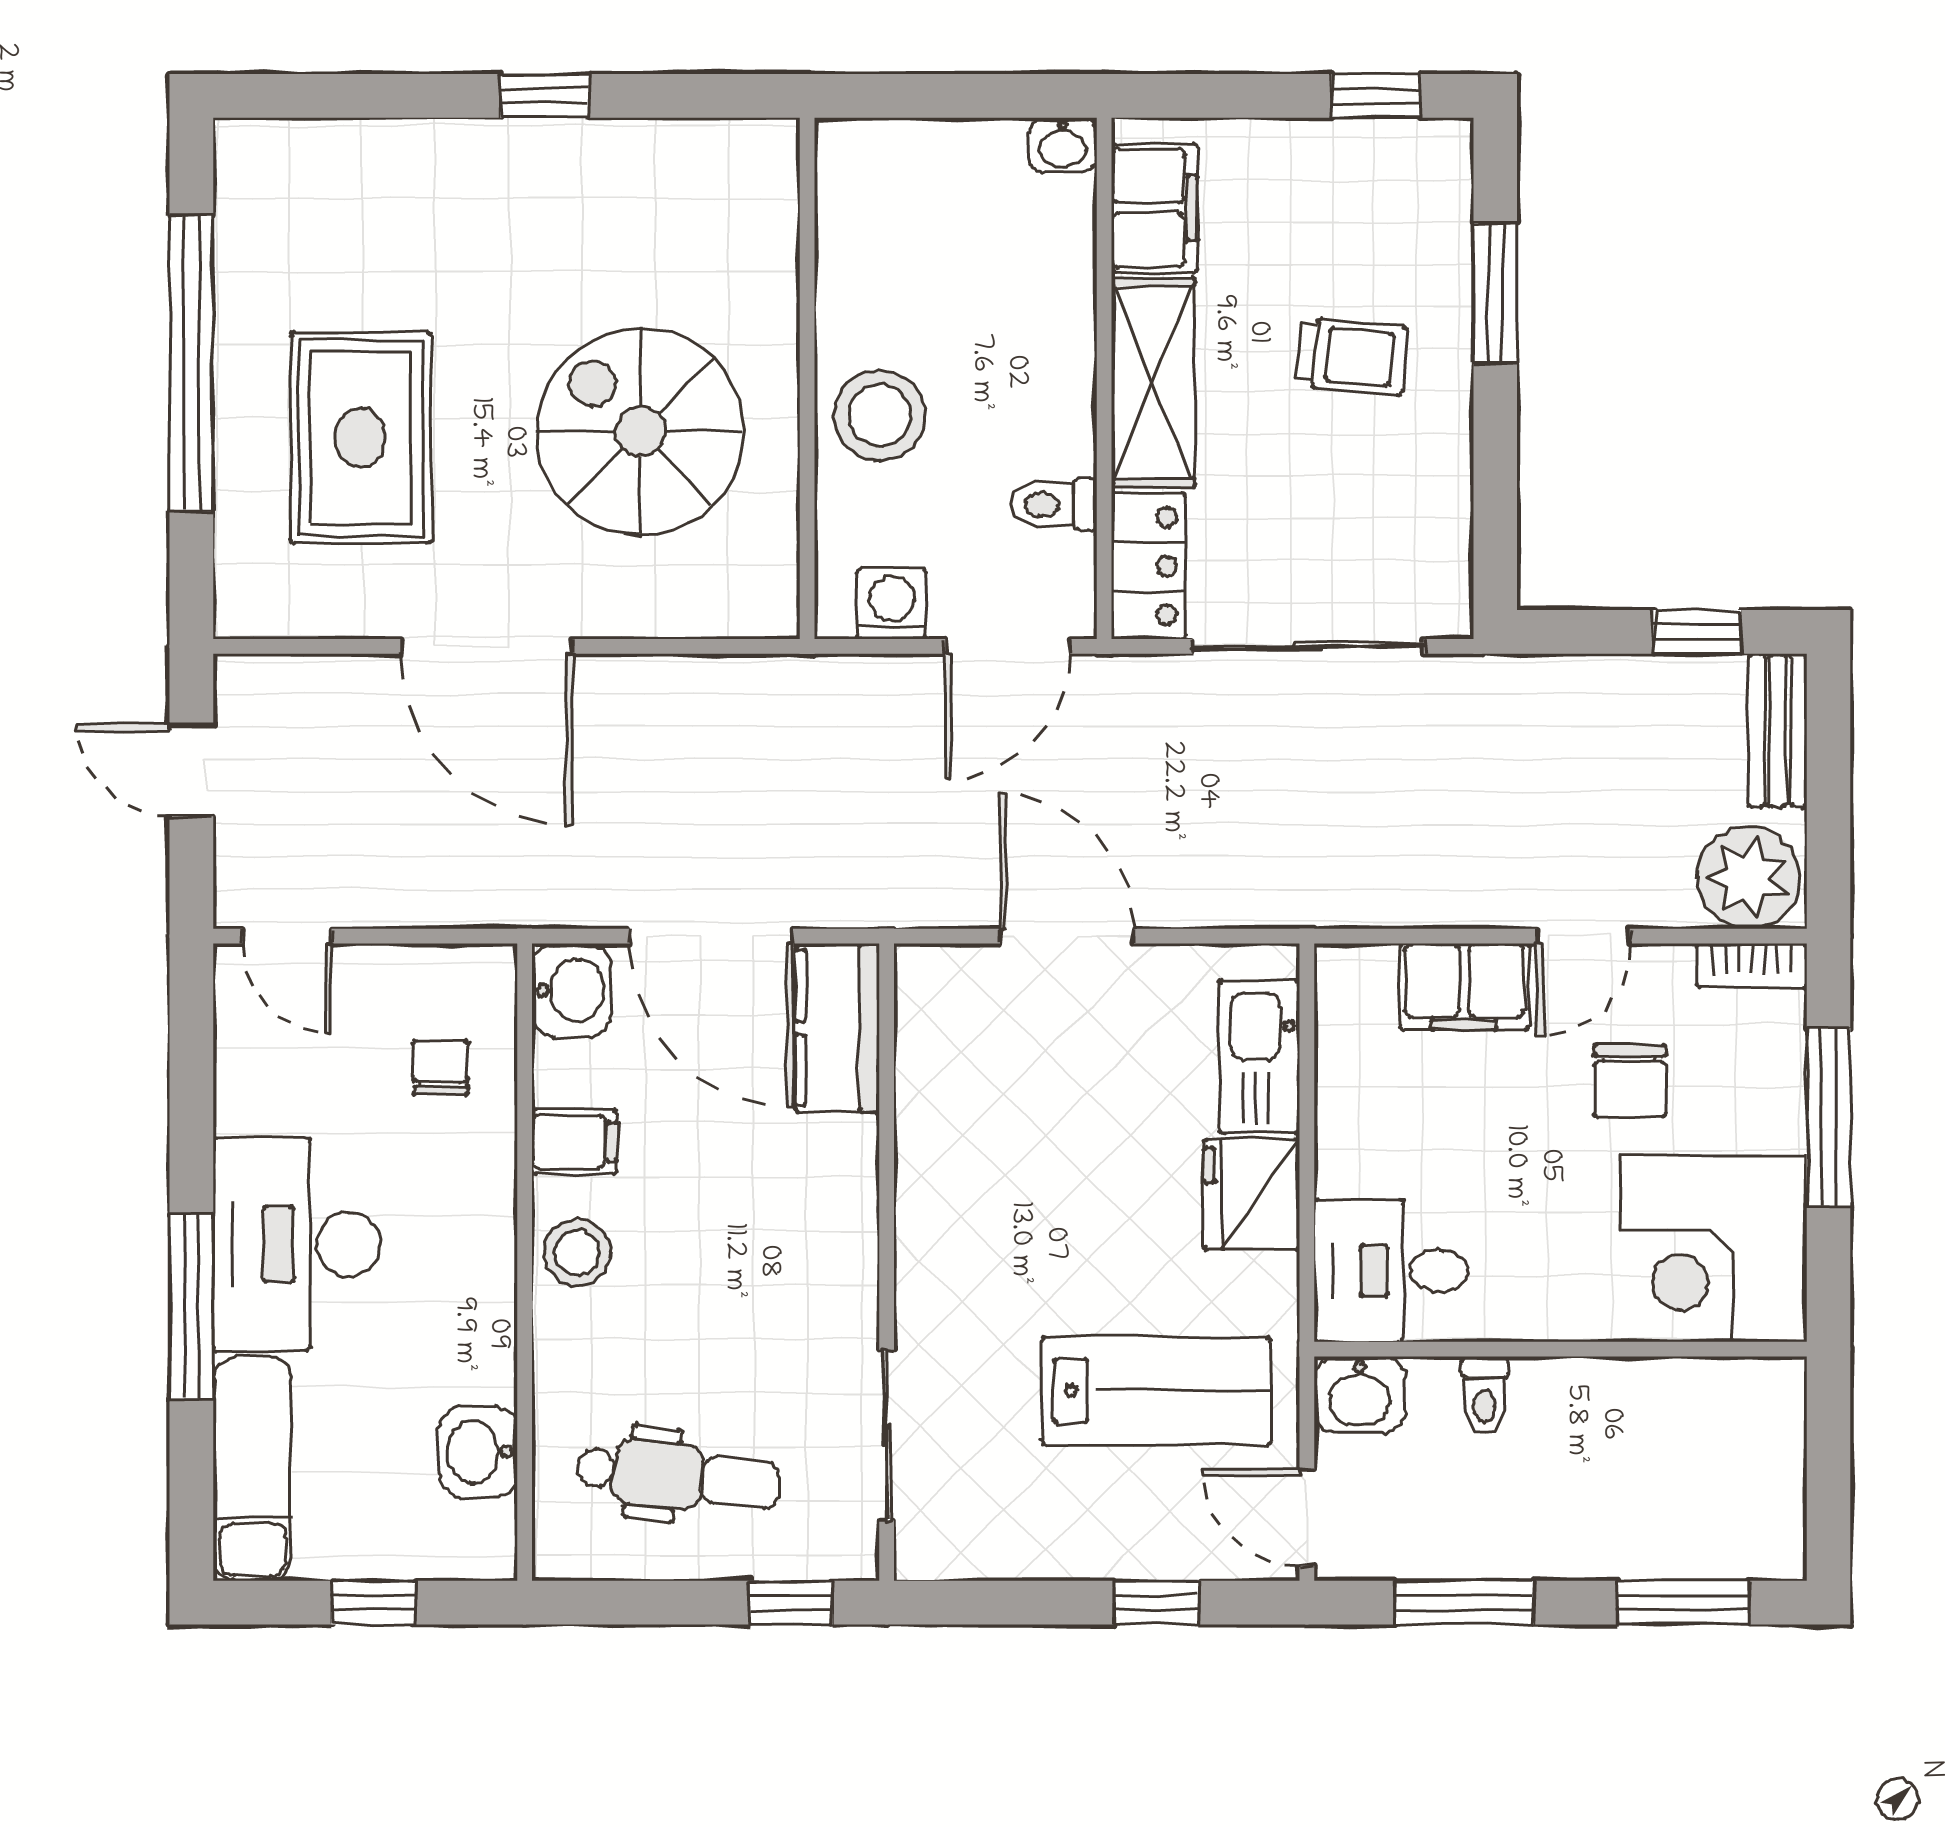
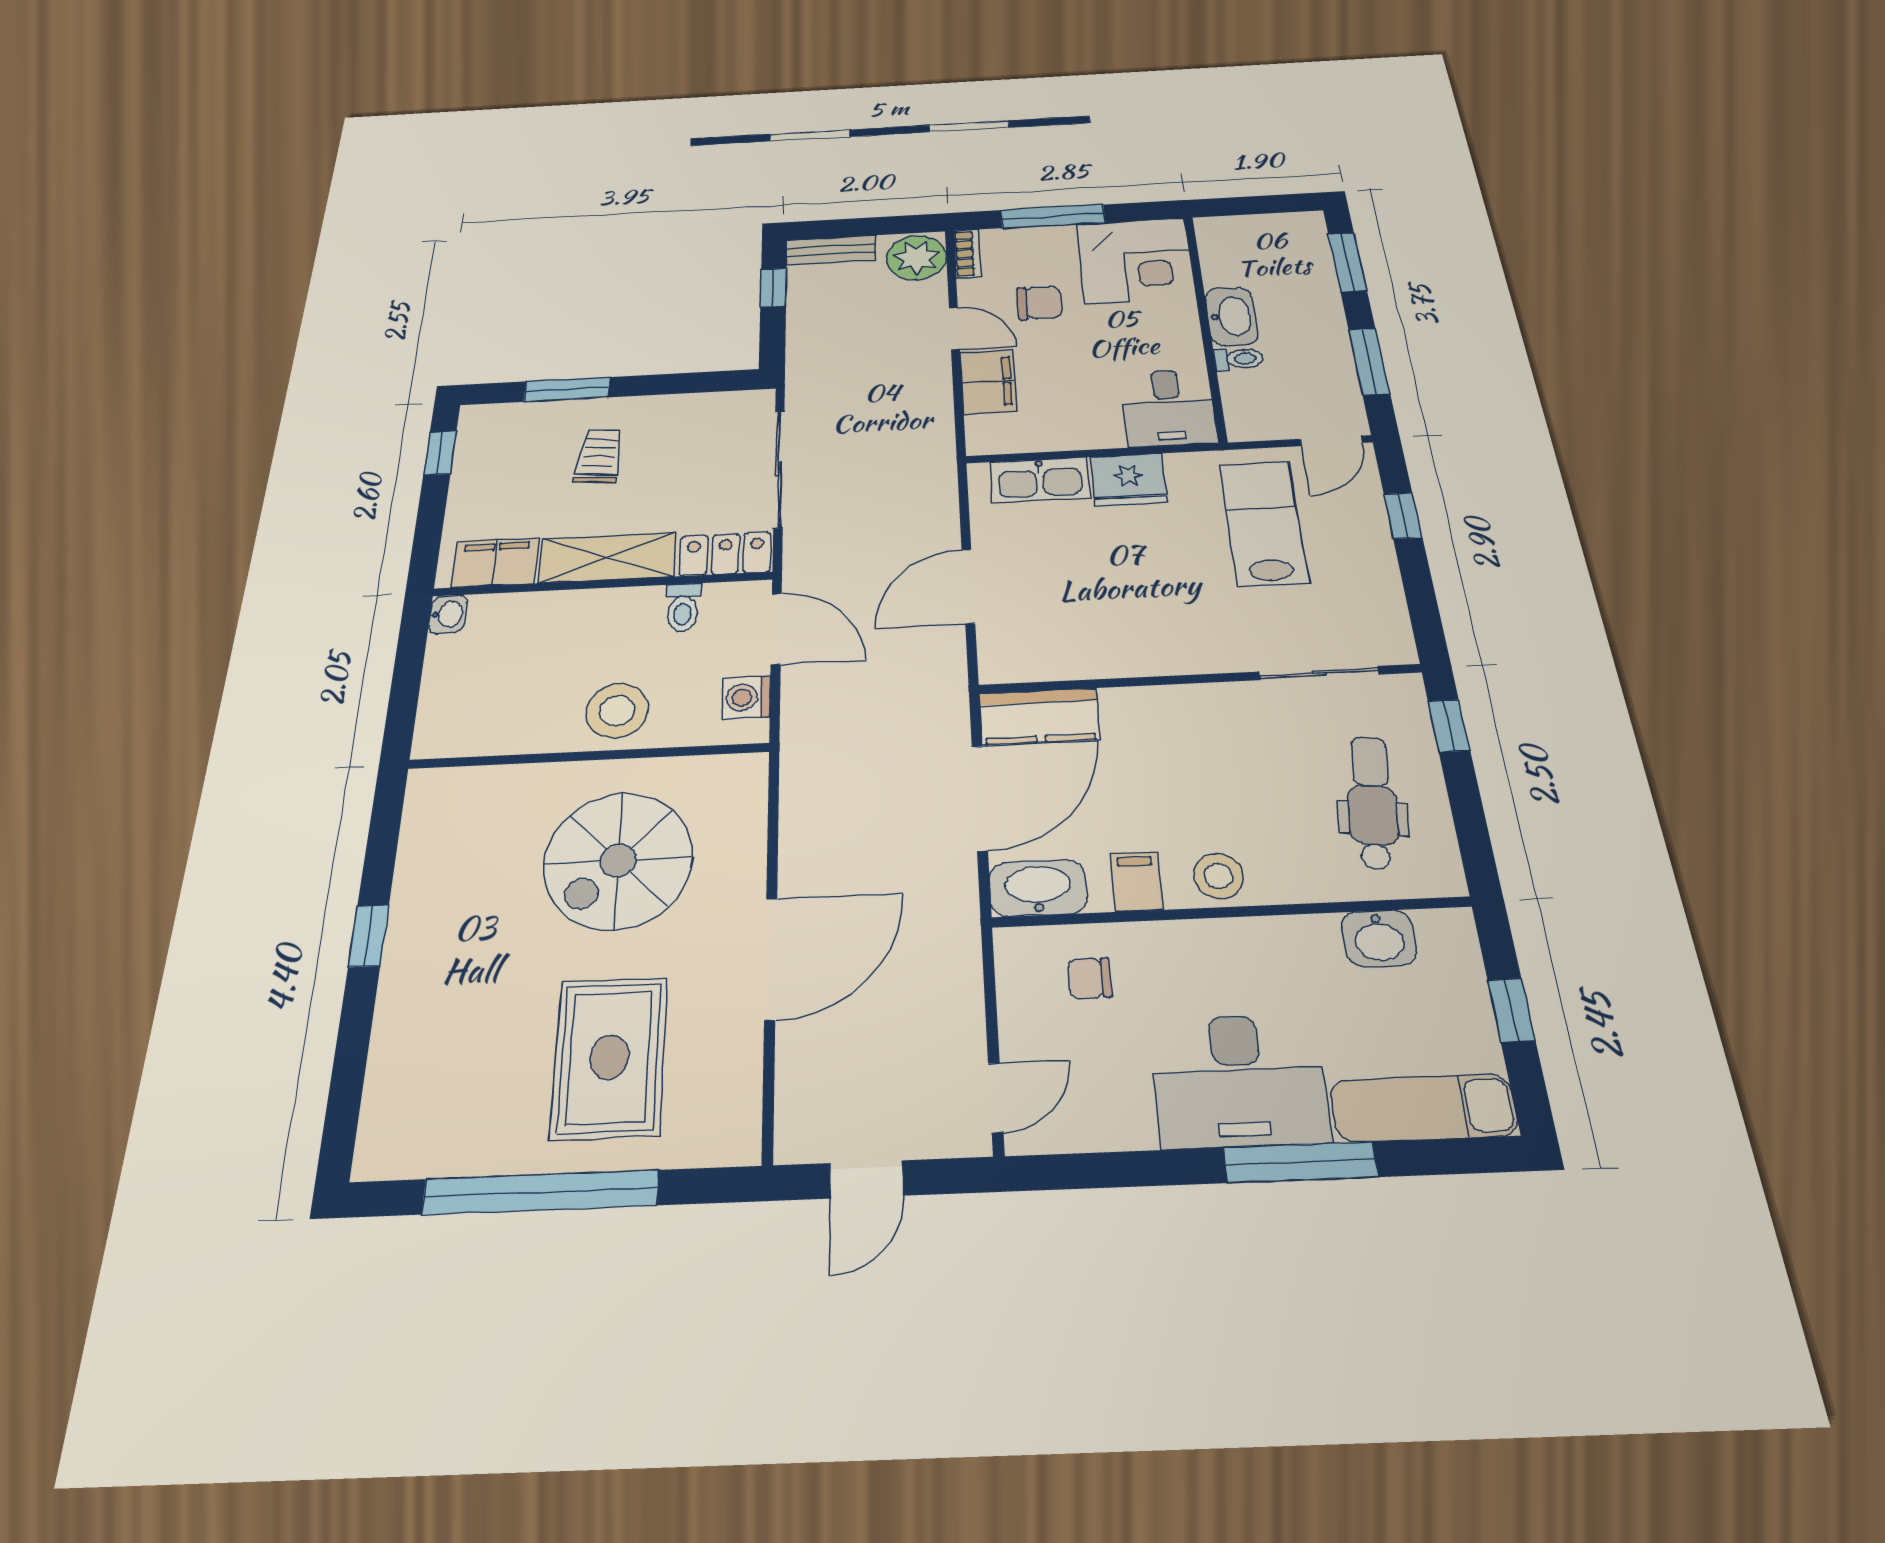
rug: (361, 438) -> (609, 1057), turned 90
washbasin: (571, 990) -> (1038, 888), width x1.38
washbasin: (1360, 1395) -> (1231, 316), moved, width x1.38

